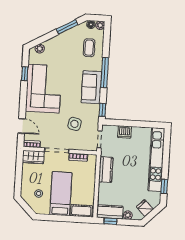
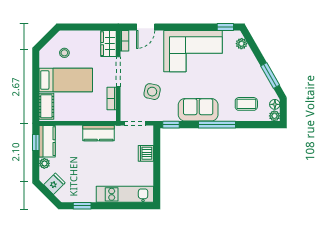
window: (25, 74) -> (225, 27), moved
kitchen unit: (156, 160) -> (125, 194), width x0.73

